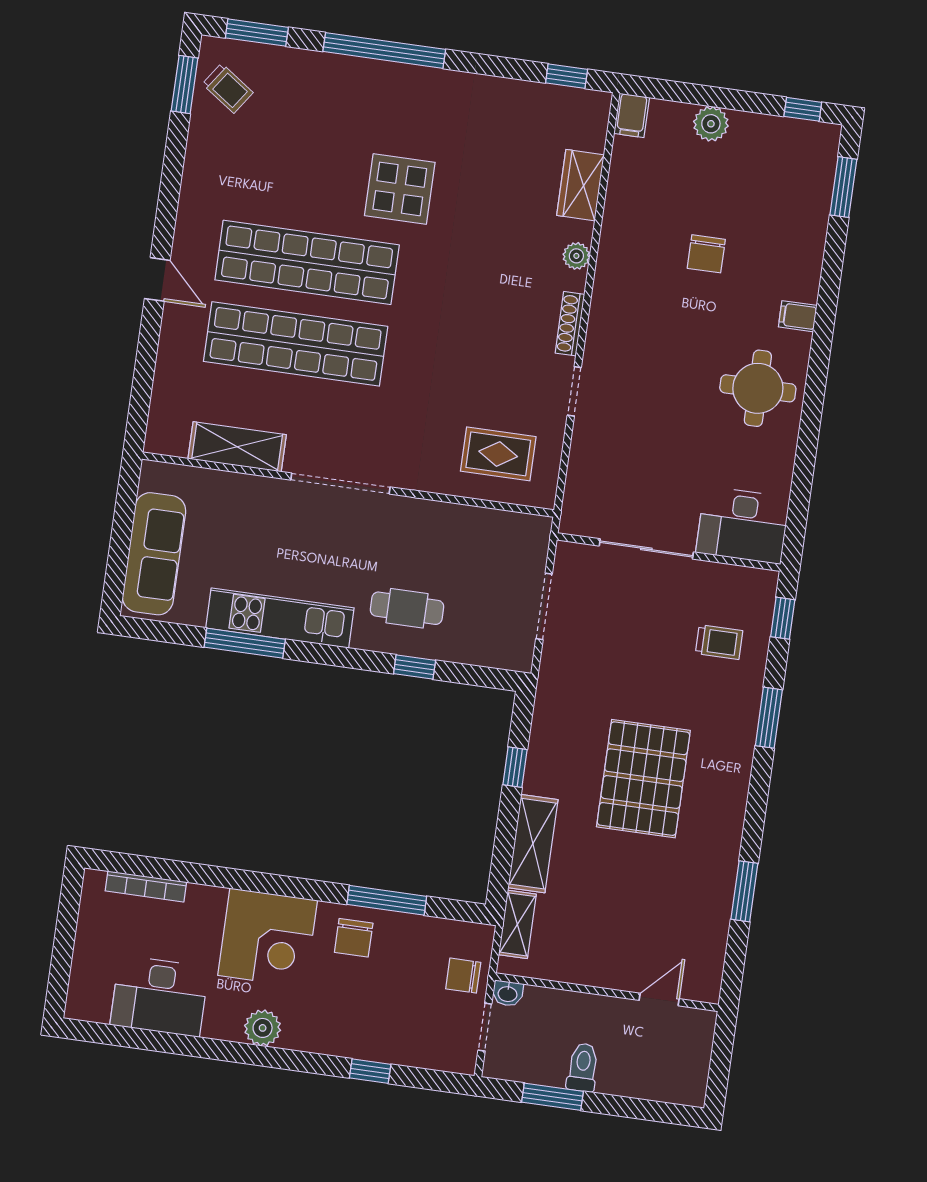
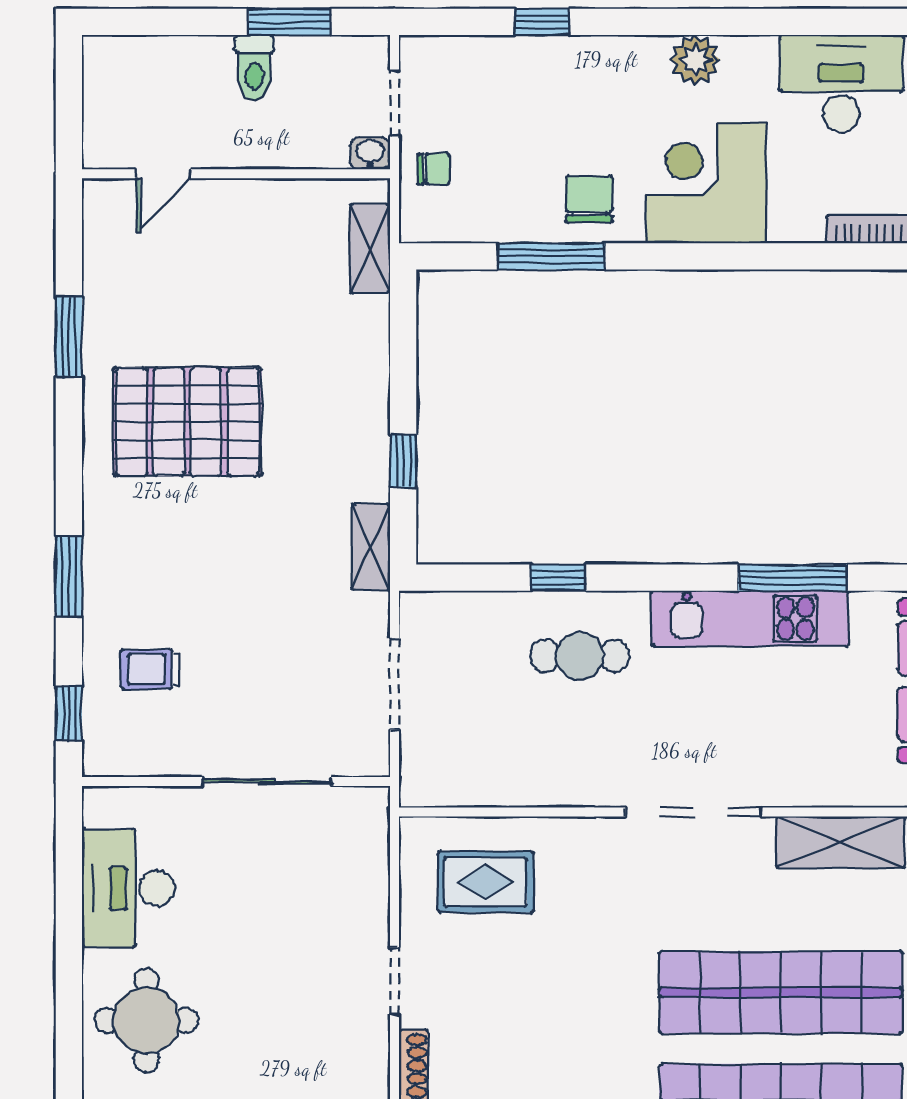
desk: (743, 525) -> (128, 888), moved, turned -90
pallet: (643, 779) -> (187, 422), moved, turned 90
shelving: (533, 844) -> (371, 547), moved, width x0.67, depth x0.75
chair: (463, 976) -> (434, 169), width x0.73, depth x0.73

